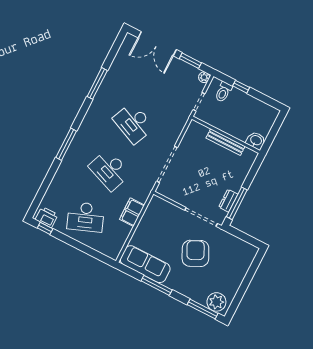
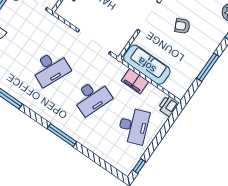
printer: (47, 217) -> (168, 106), moved
armchair: (195, 253) -> (182, 26), width x0.53, depth x0.53
sofa: (145, 264) -> (147, 65), moved, turned 90

